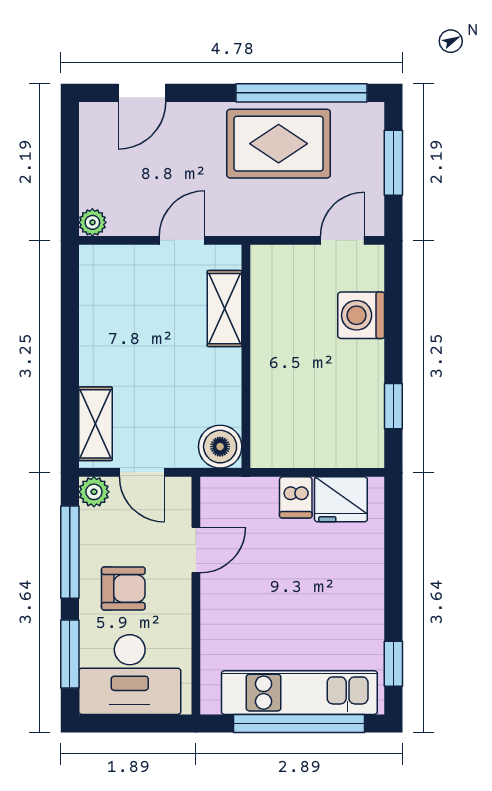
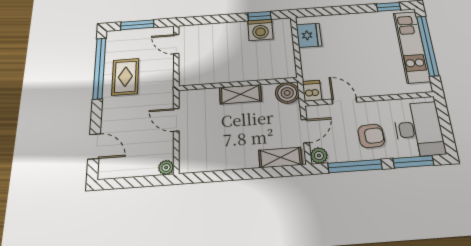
rug: (279, 144) -> (125, 77), width x0.73, depth x0.70
shelving: (225, 309) -> (240, 94), moved
washing machine: (361, 315) -> (260, 30), moved
dishwasher: (296, 497) -> (312, 91), moved, turned -90
armchair: (123, 588) -> (371, 136), turned 87

